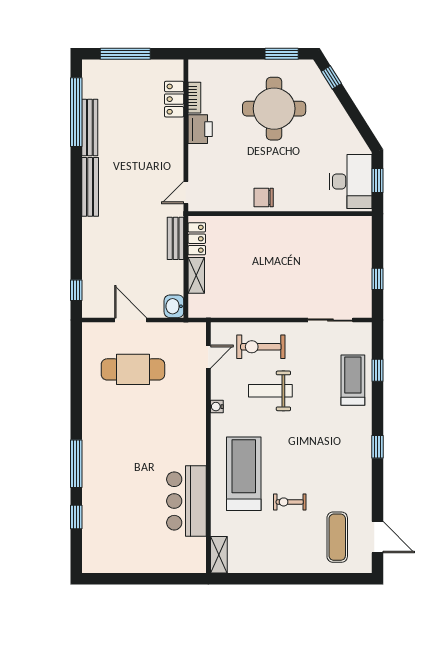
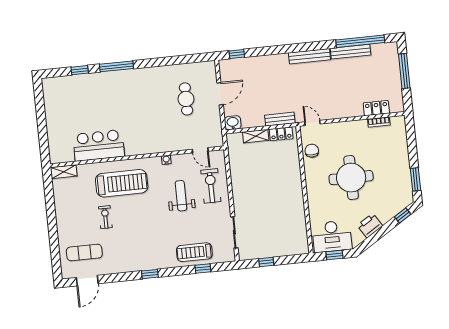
round table: (274, 109) -> (351, 178), moved
printer: (200, 129) -> (370, 226), moved, turned 148
chair: (264, 198) -> (312, 151), moved
cafe table: (133, 369) -> (186, 99), width x0.73, depth x0.74
treadmill: (353, 380) -> (194, 252), turned 180

